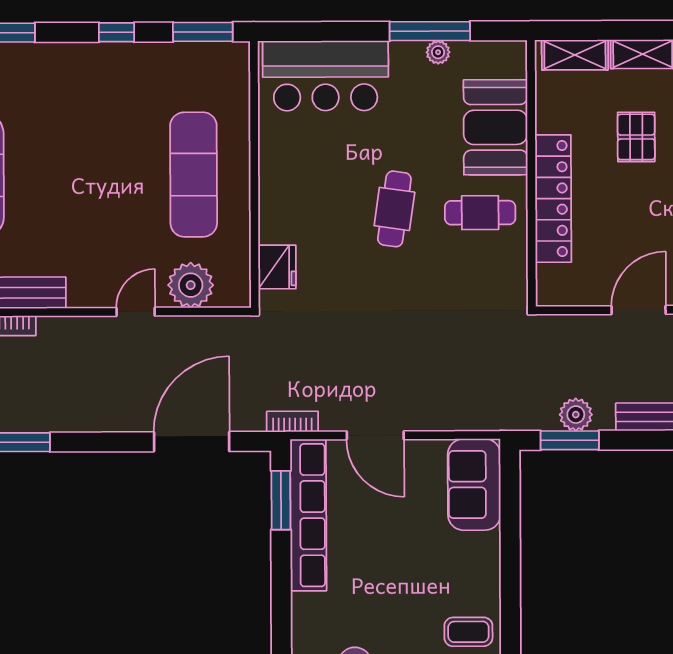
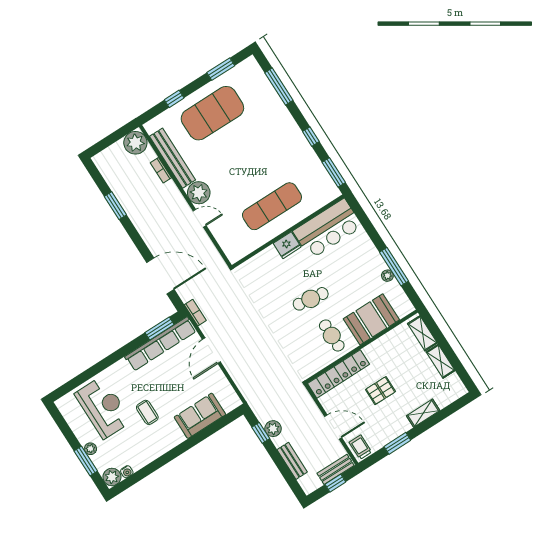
bar counter: (326, 76) -> (328, 229), moved, turned -90
pallet: (636, 137) -> (380, 391), moved
locker: (553, 199) -> (339, 374), moved
fridge: (277, 267) -> (287, 245), moved
plant: (191, 285) -> (199, 193), moved
window: (570, 440) -> (261, 433), width x0.67
sofa: (474, 484) -> (200, 416), moved
coffee table: (468, 632) -> (147, 412), moved

